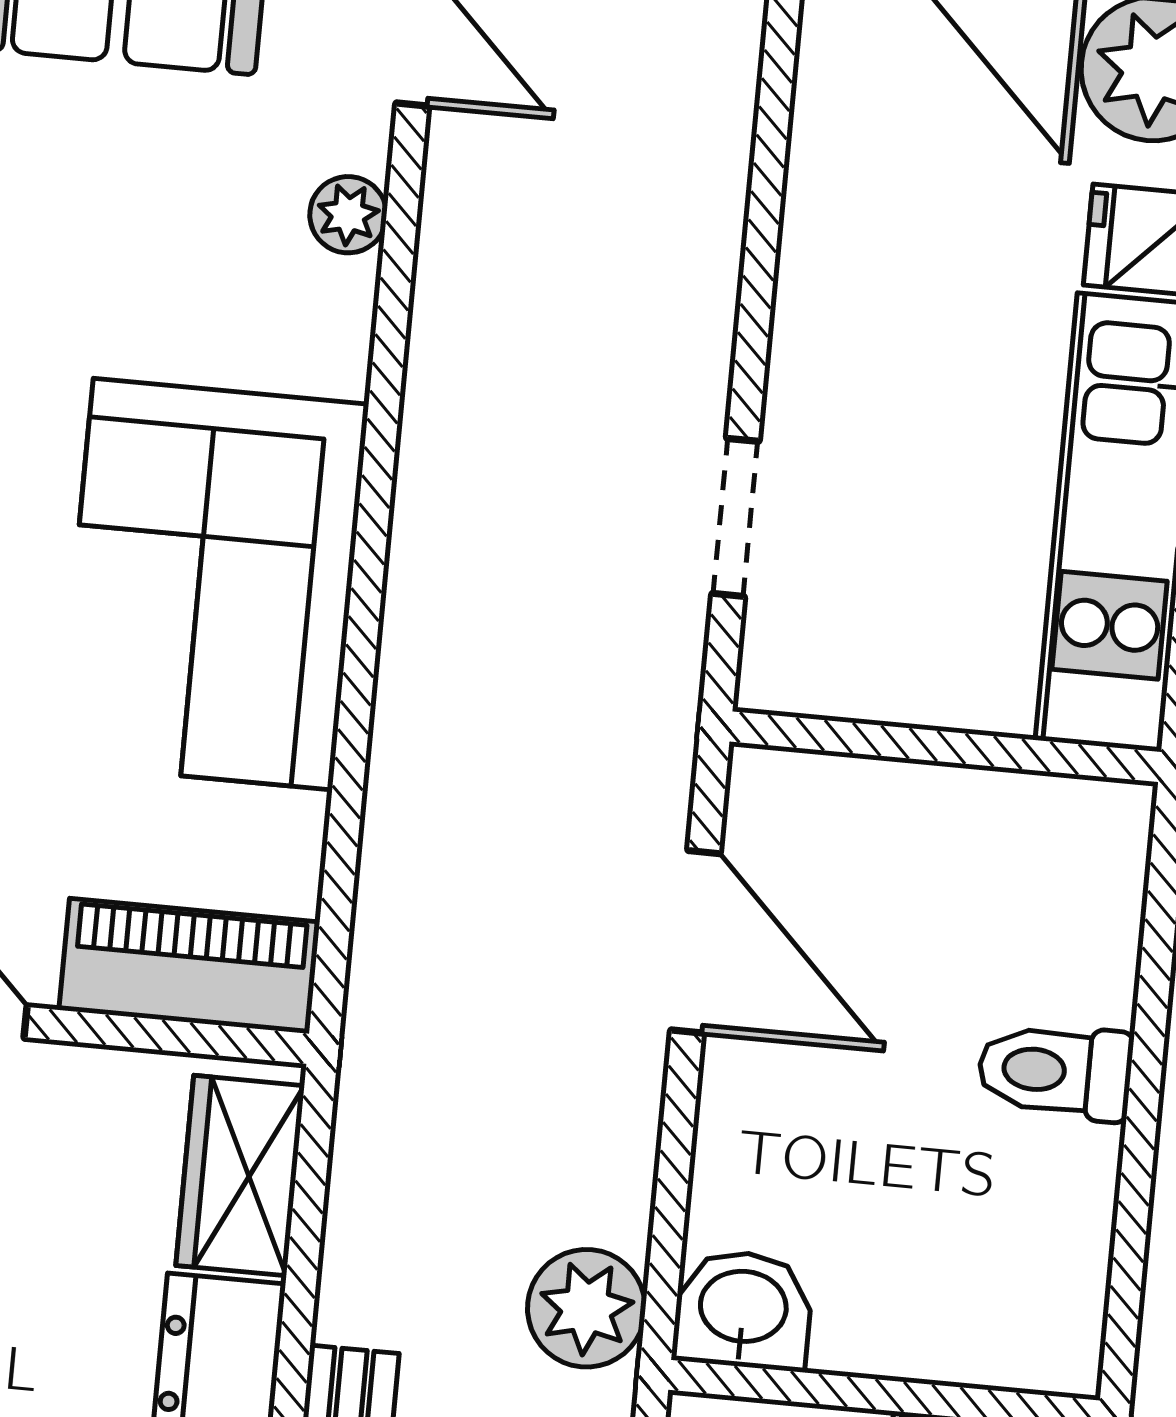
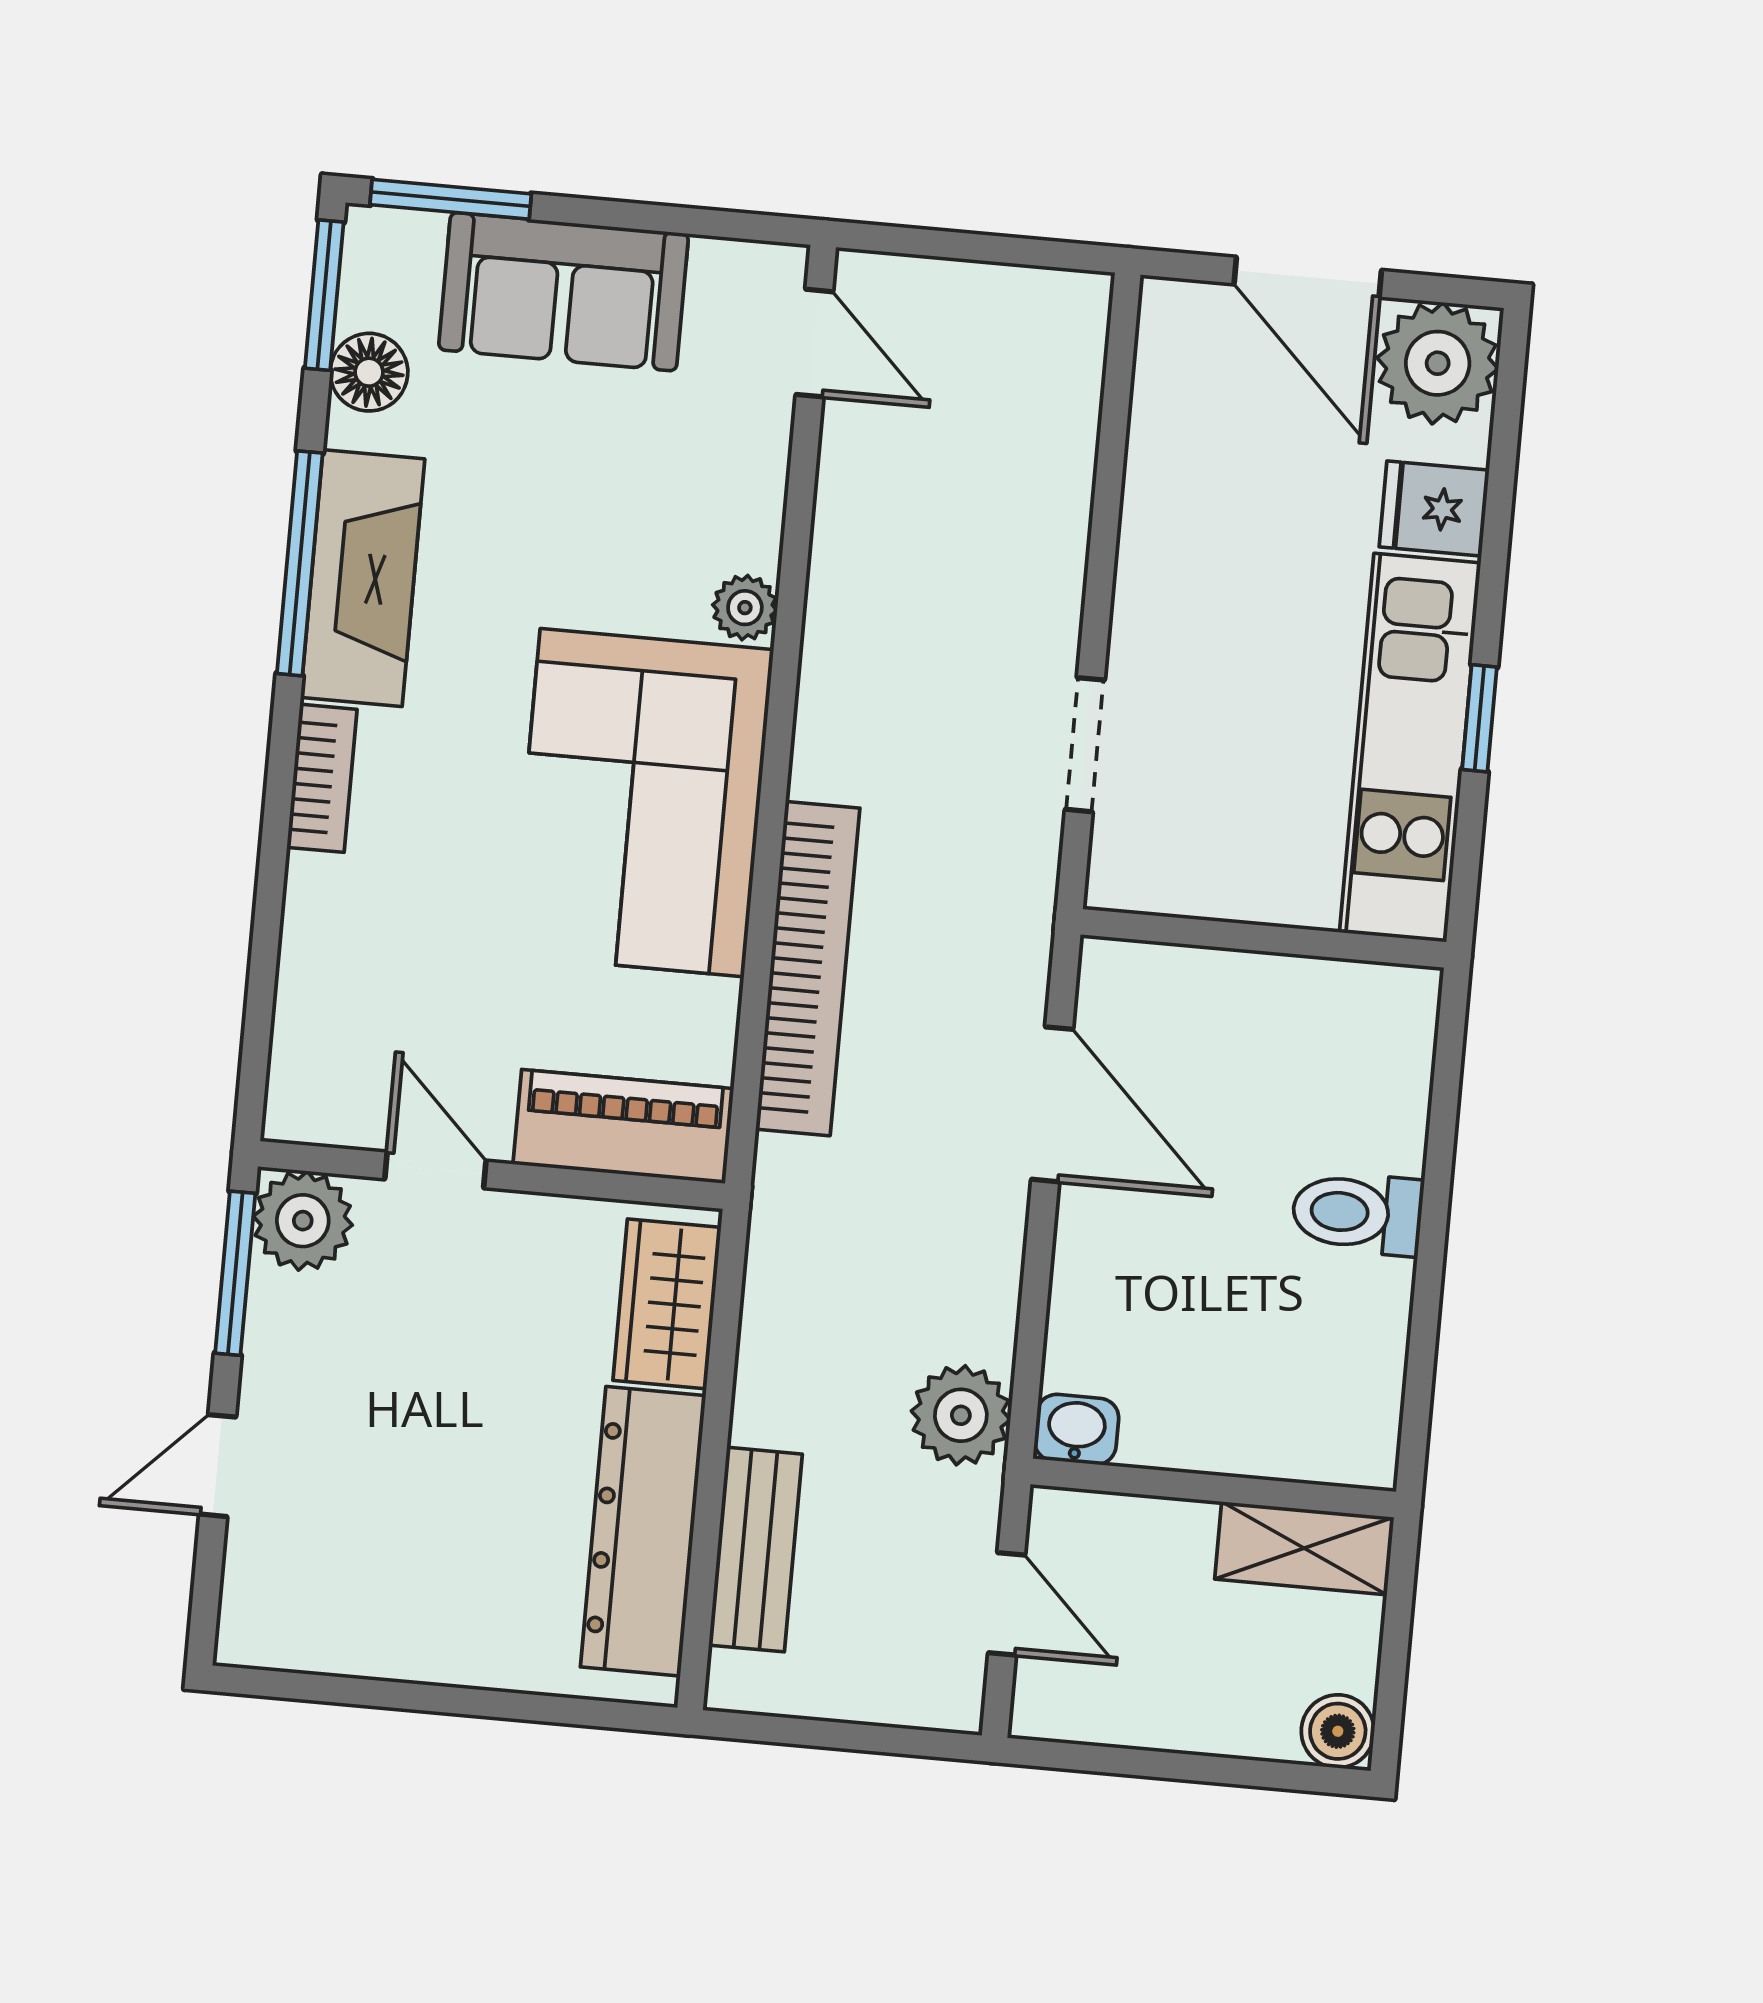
plant: (348, 215) -> (745, 608), moved
bookcase: (408, 781) -> (808, 969), added
washbasin: (743, 1310) -> (1077, 1429), width x0.72, depth x0.69

